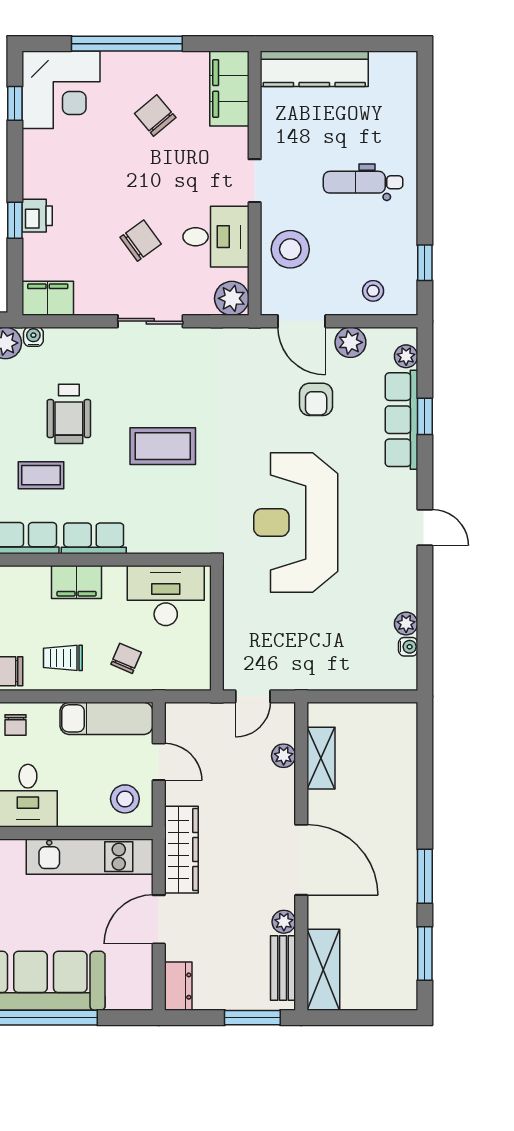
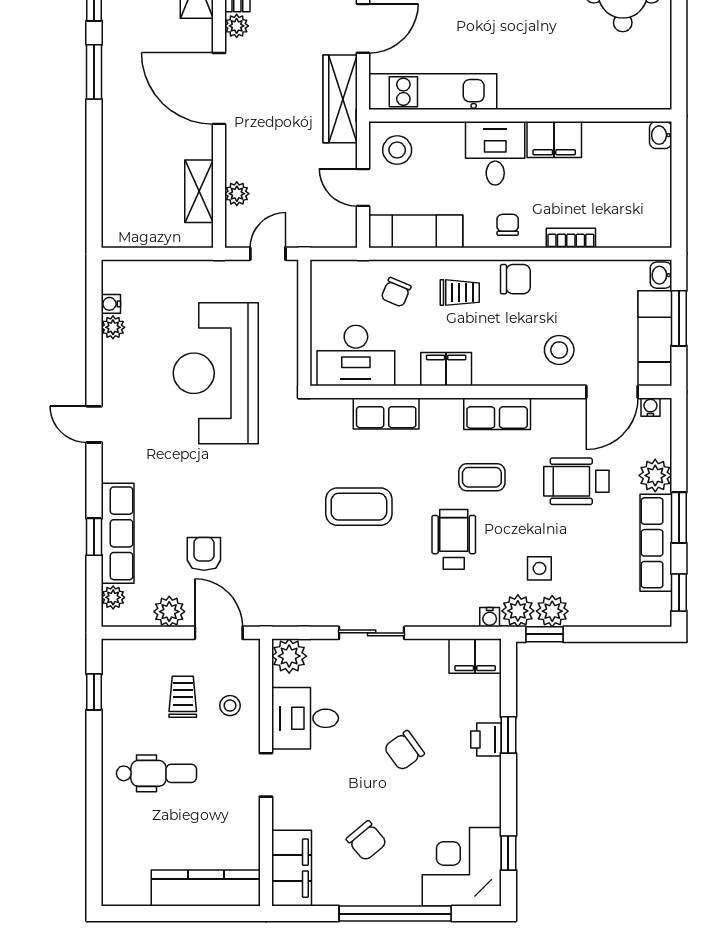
chair: (141, 241) -> (404, 751), moved
stool: (290, 249) -> (230, 706), width x0.53, depth x0.53
trolley: (337, 258) -> (183, 697), added
stool: (373, 291) -> (146, 664), removed
reception desk: (296, 522) -> (216, 373), moved, turned 180
row of seats: (94, 538) -> (386, 413), moved

